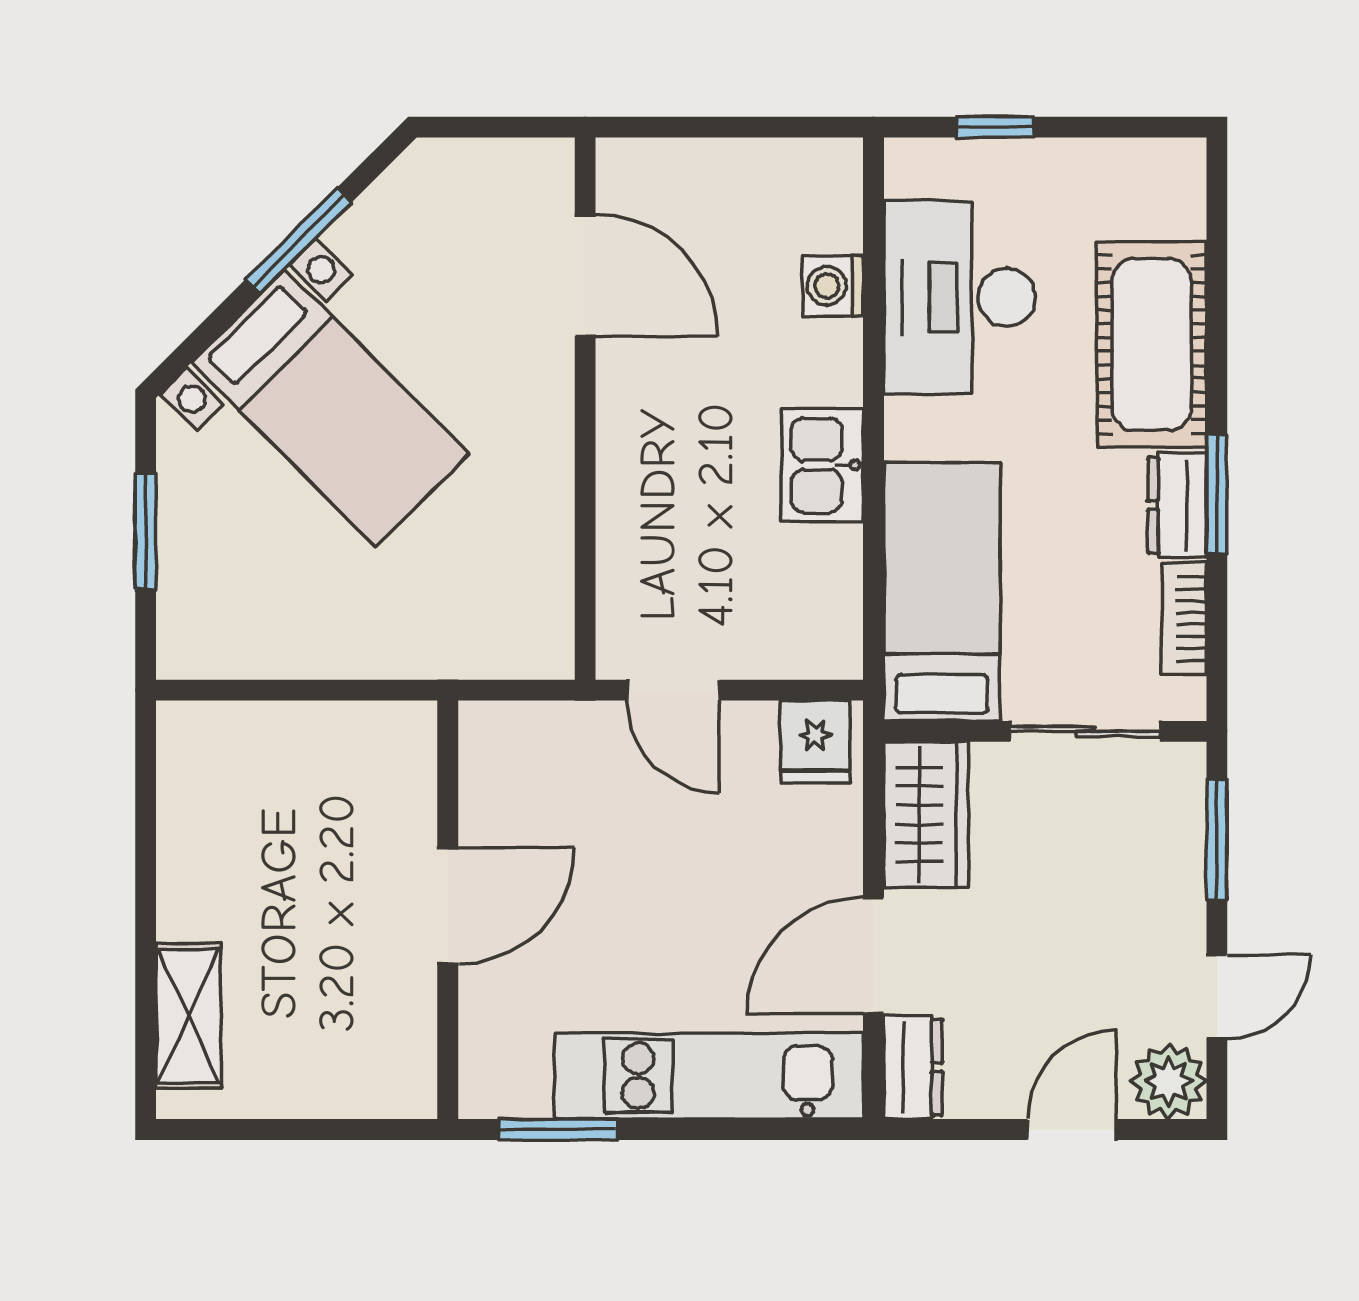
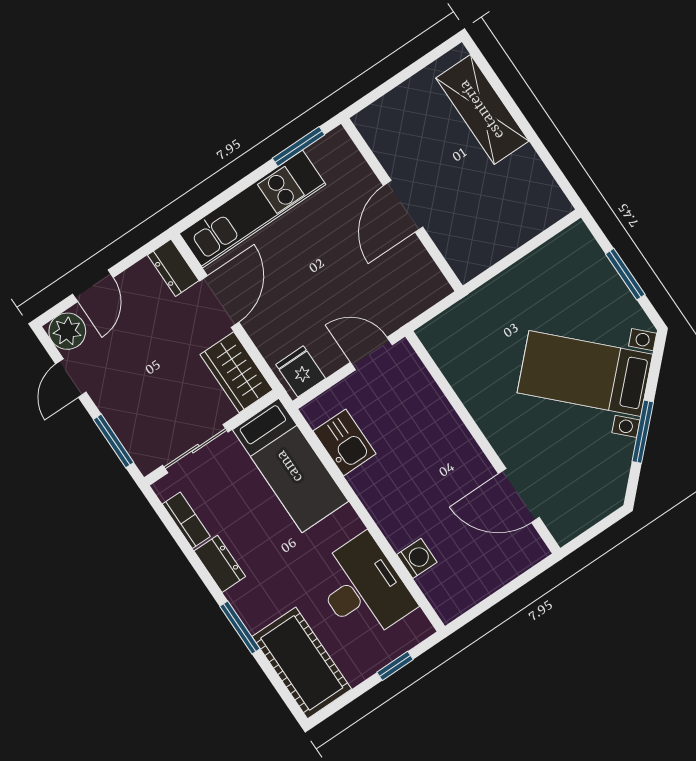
cot: (1152, 345) -> (302, 663), moved
kitchen sink: (822, 465) -> (345, 442), moved
window: (1217, 494) -> (240, 627), moved
shelving: (189, 1016) -> (482, 109), width x1.50, depth x1.33

